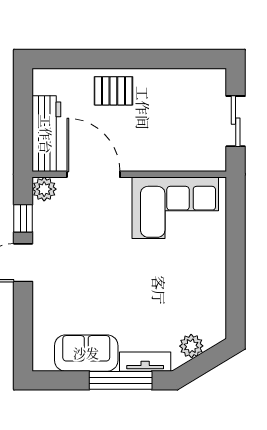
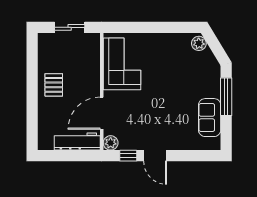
pallet: (113, 91) -> (54, 85), moved
plant: (191, 346) -> (199, 43), moved
tv unit: (145, 362) -> (215, 82), removed

